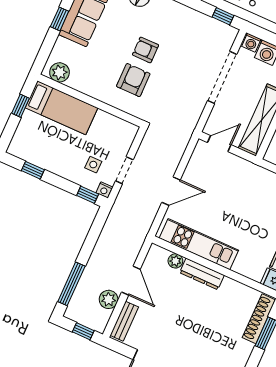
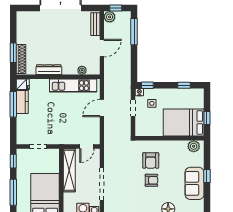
bed: (62, 108) -> (184, 123), width x1.50
dresser: (202, 274) -> (49, 70), moved
door: (131, 281) -> (102, 48), swing flipped
plant: (109, 299) -> (110, 17), moved

